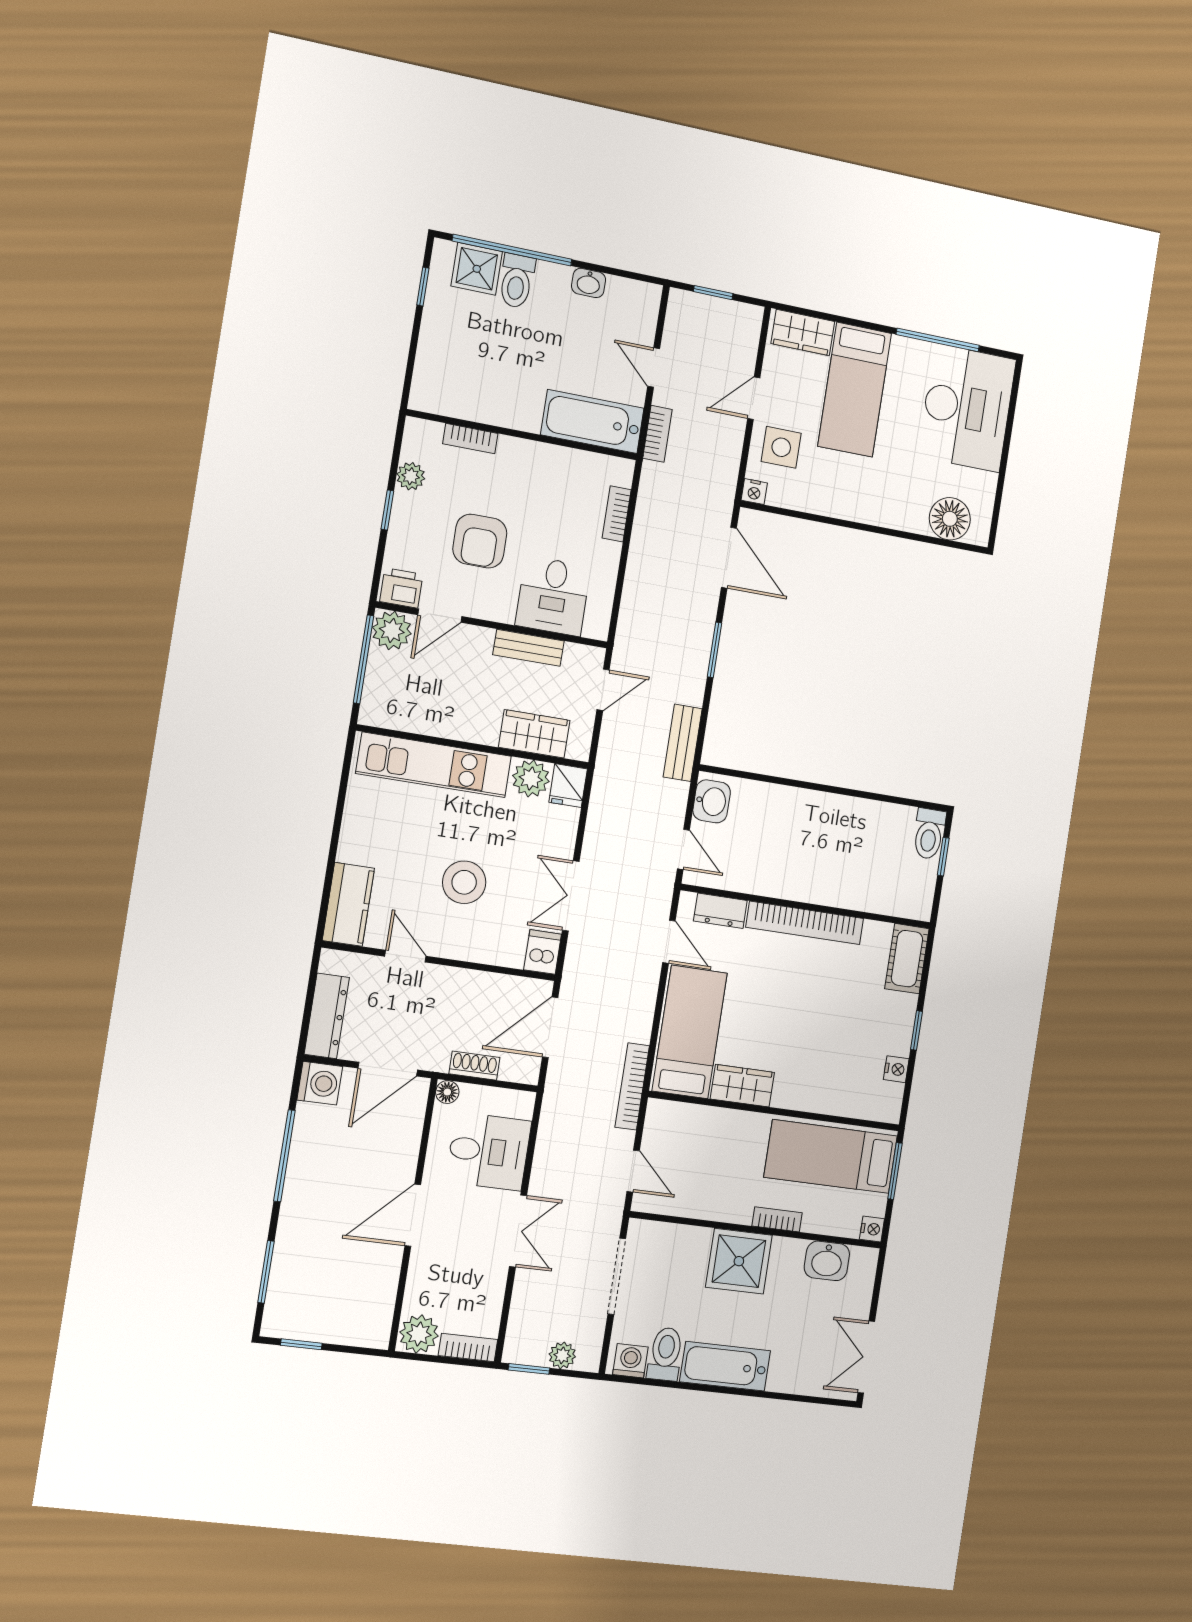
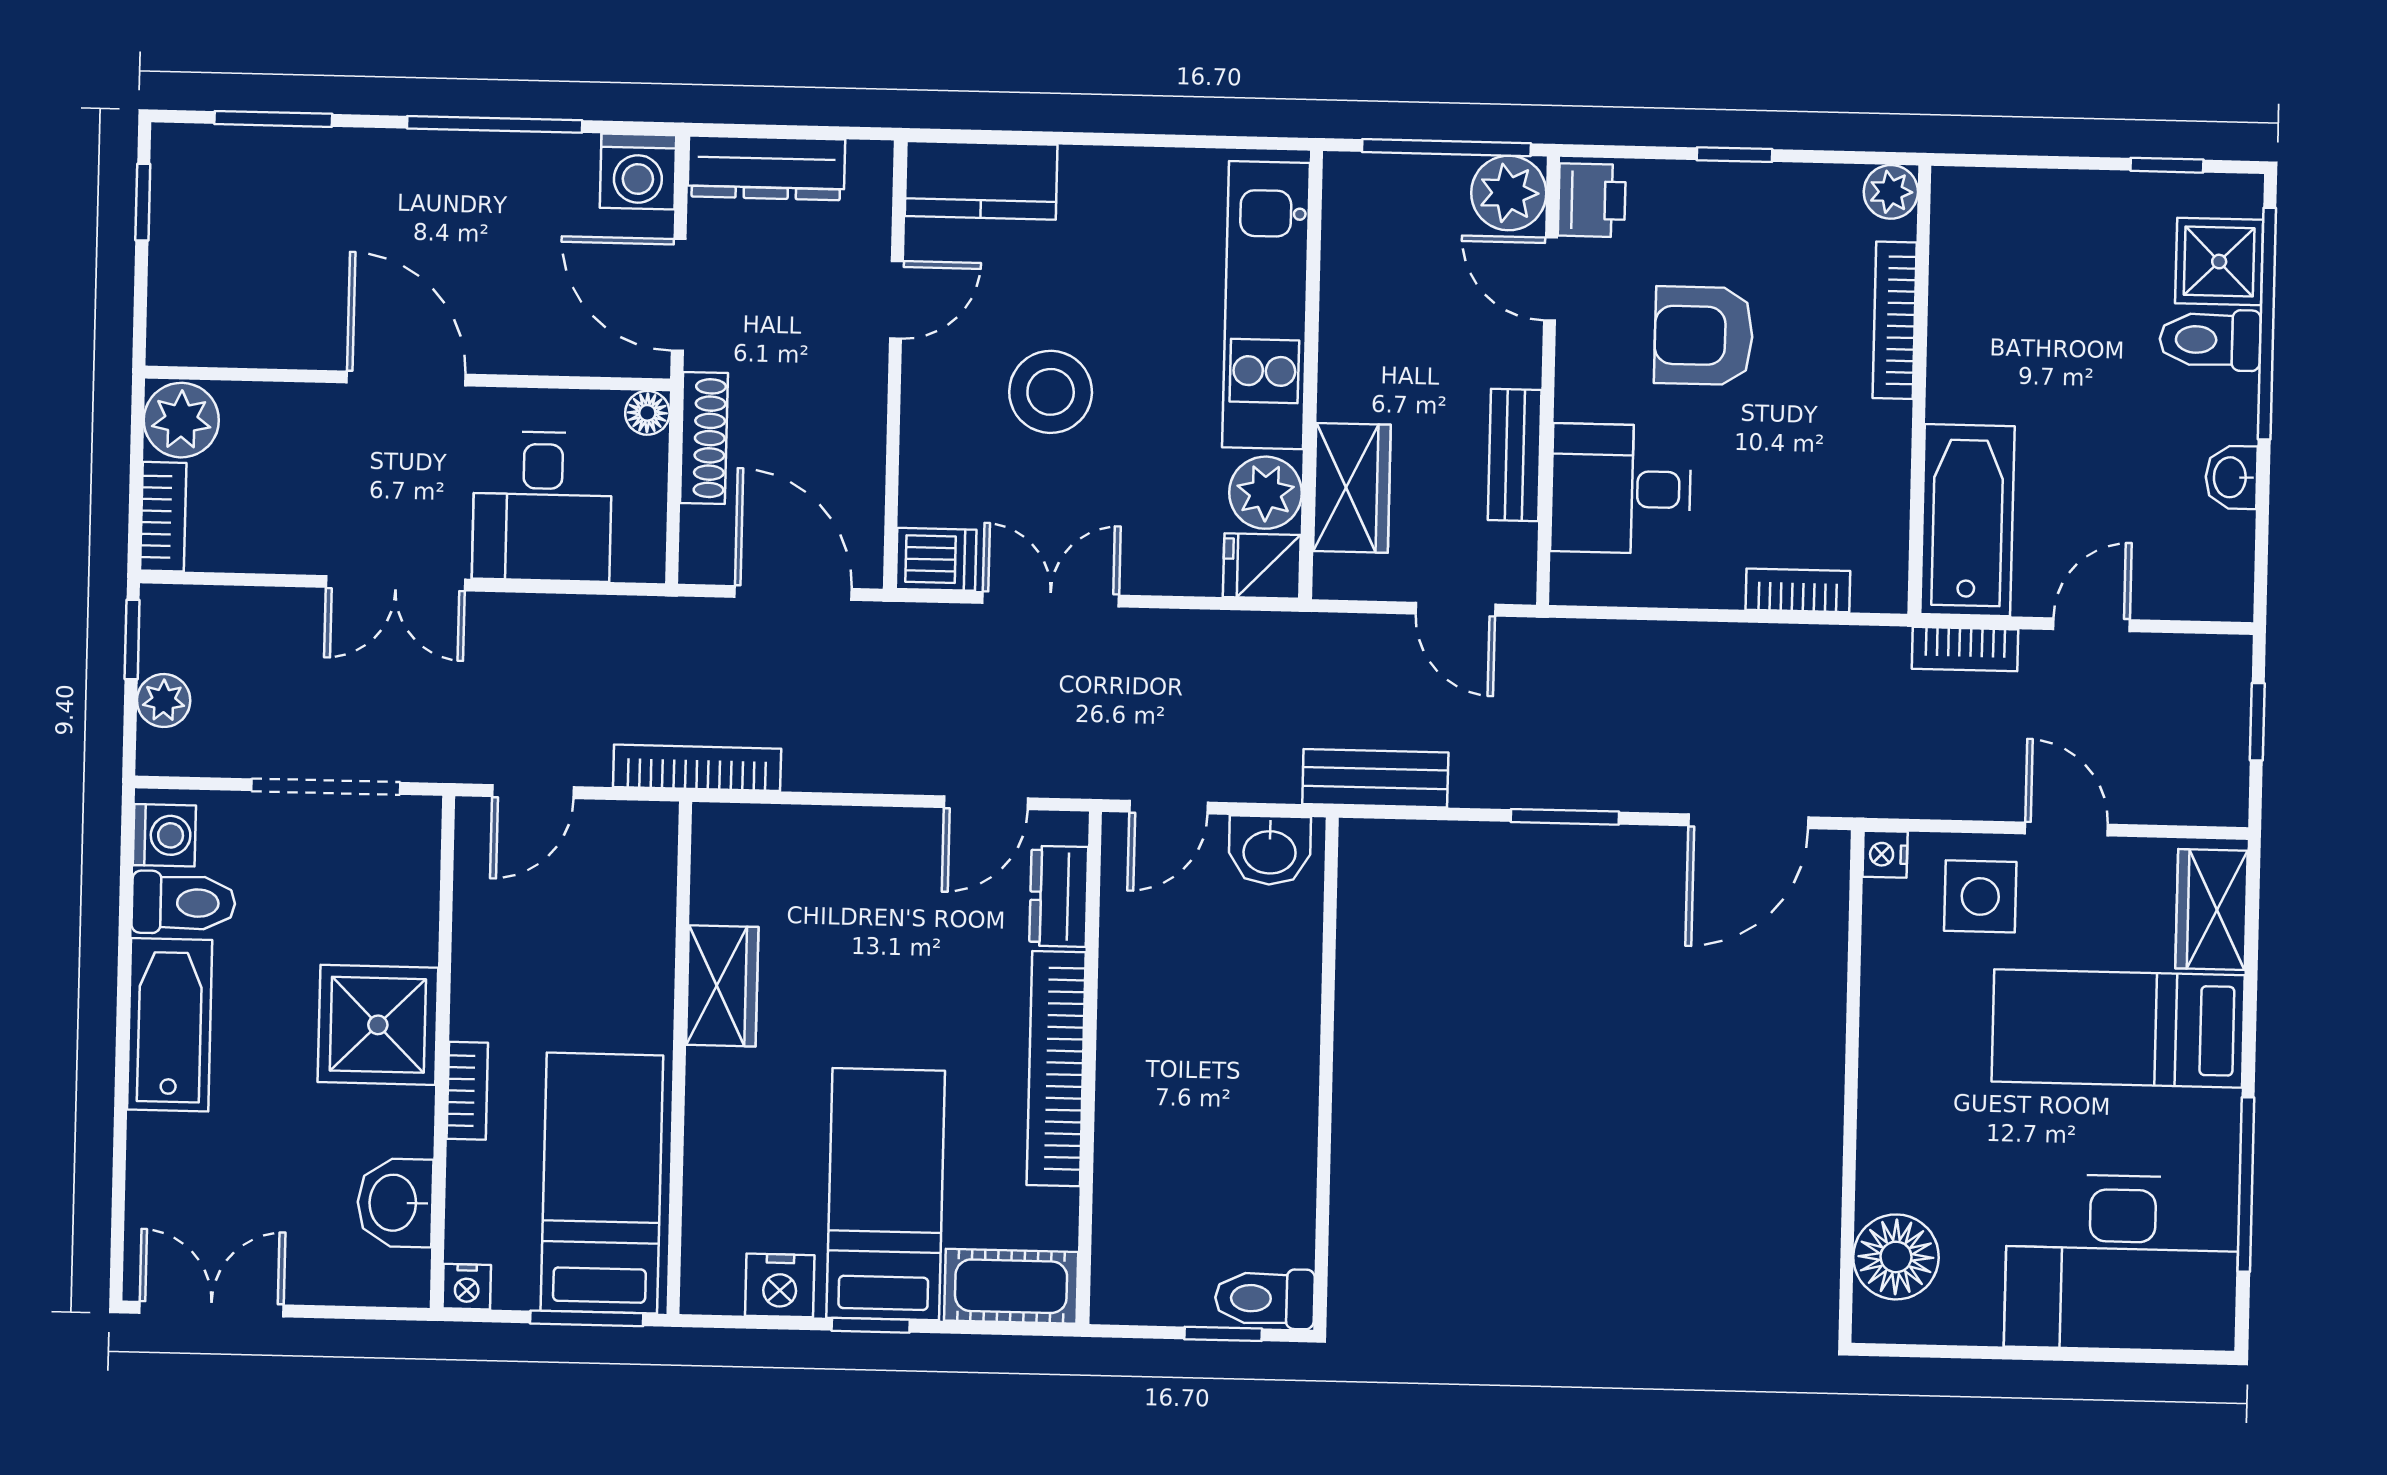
bookcase: (470, 439) -> (1895, 320), width x1.56
plant: (411, 476) -> (1891, 192), moved
bed: (690, 1032) -> (886, 1194), moved, turned -90
shoe rack: (474, 1066) -> (704, 438), width x1.43
nightstand: (896, 1069) -> (780, 1285), width x1.39, depth x1.35

